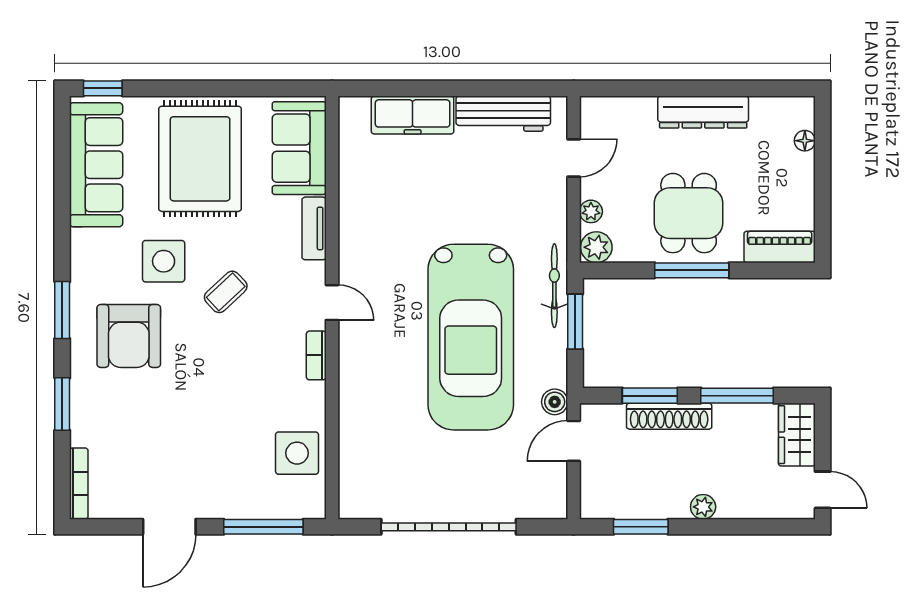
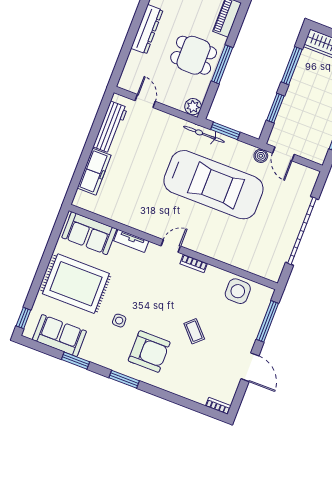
sofa: (96, 165) -> (59, 336), width x0.73
plant: (591, 211) -> (175, 103), removed
side table: (164, 261) -> (119, 321), width x0.54, depth x0.54
coffee table: (226, 292) -> (194, 331), moved
window: (62, 404) -> (75, 361), moved
shoe rack: (669, 416) -> (289, 103), removed
bookcase: (79, 484) -> (218, 406), width x0.64

